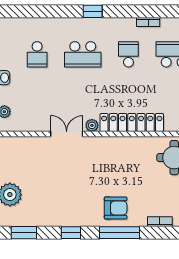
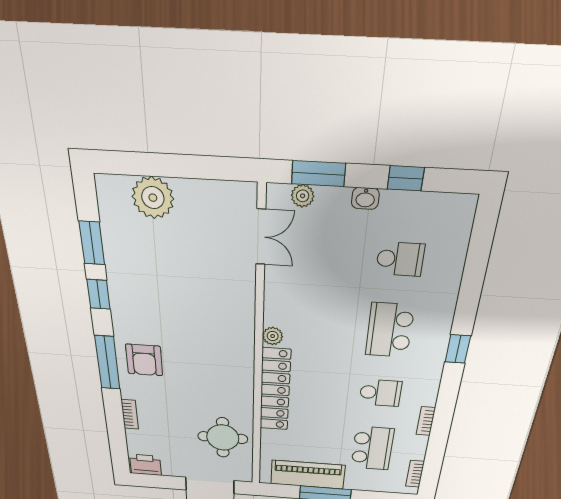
school desk: (37, 54) -> (400, 259), turned 180
double door: (67, 134) -> (261, 237), moved
window: (24, 233) -> (92, 243), moved

